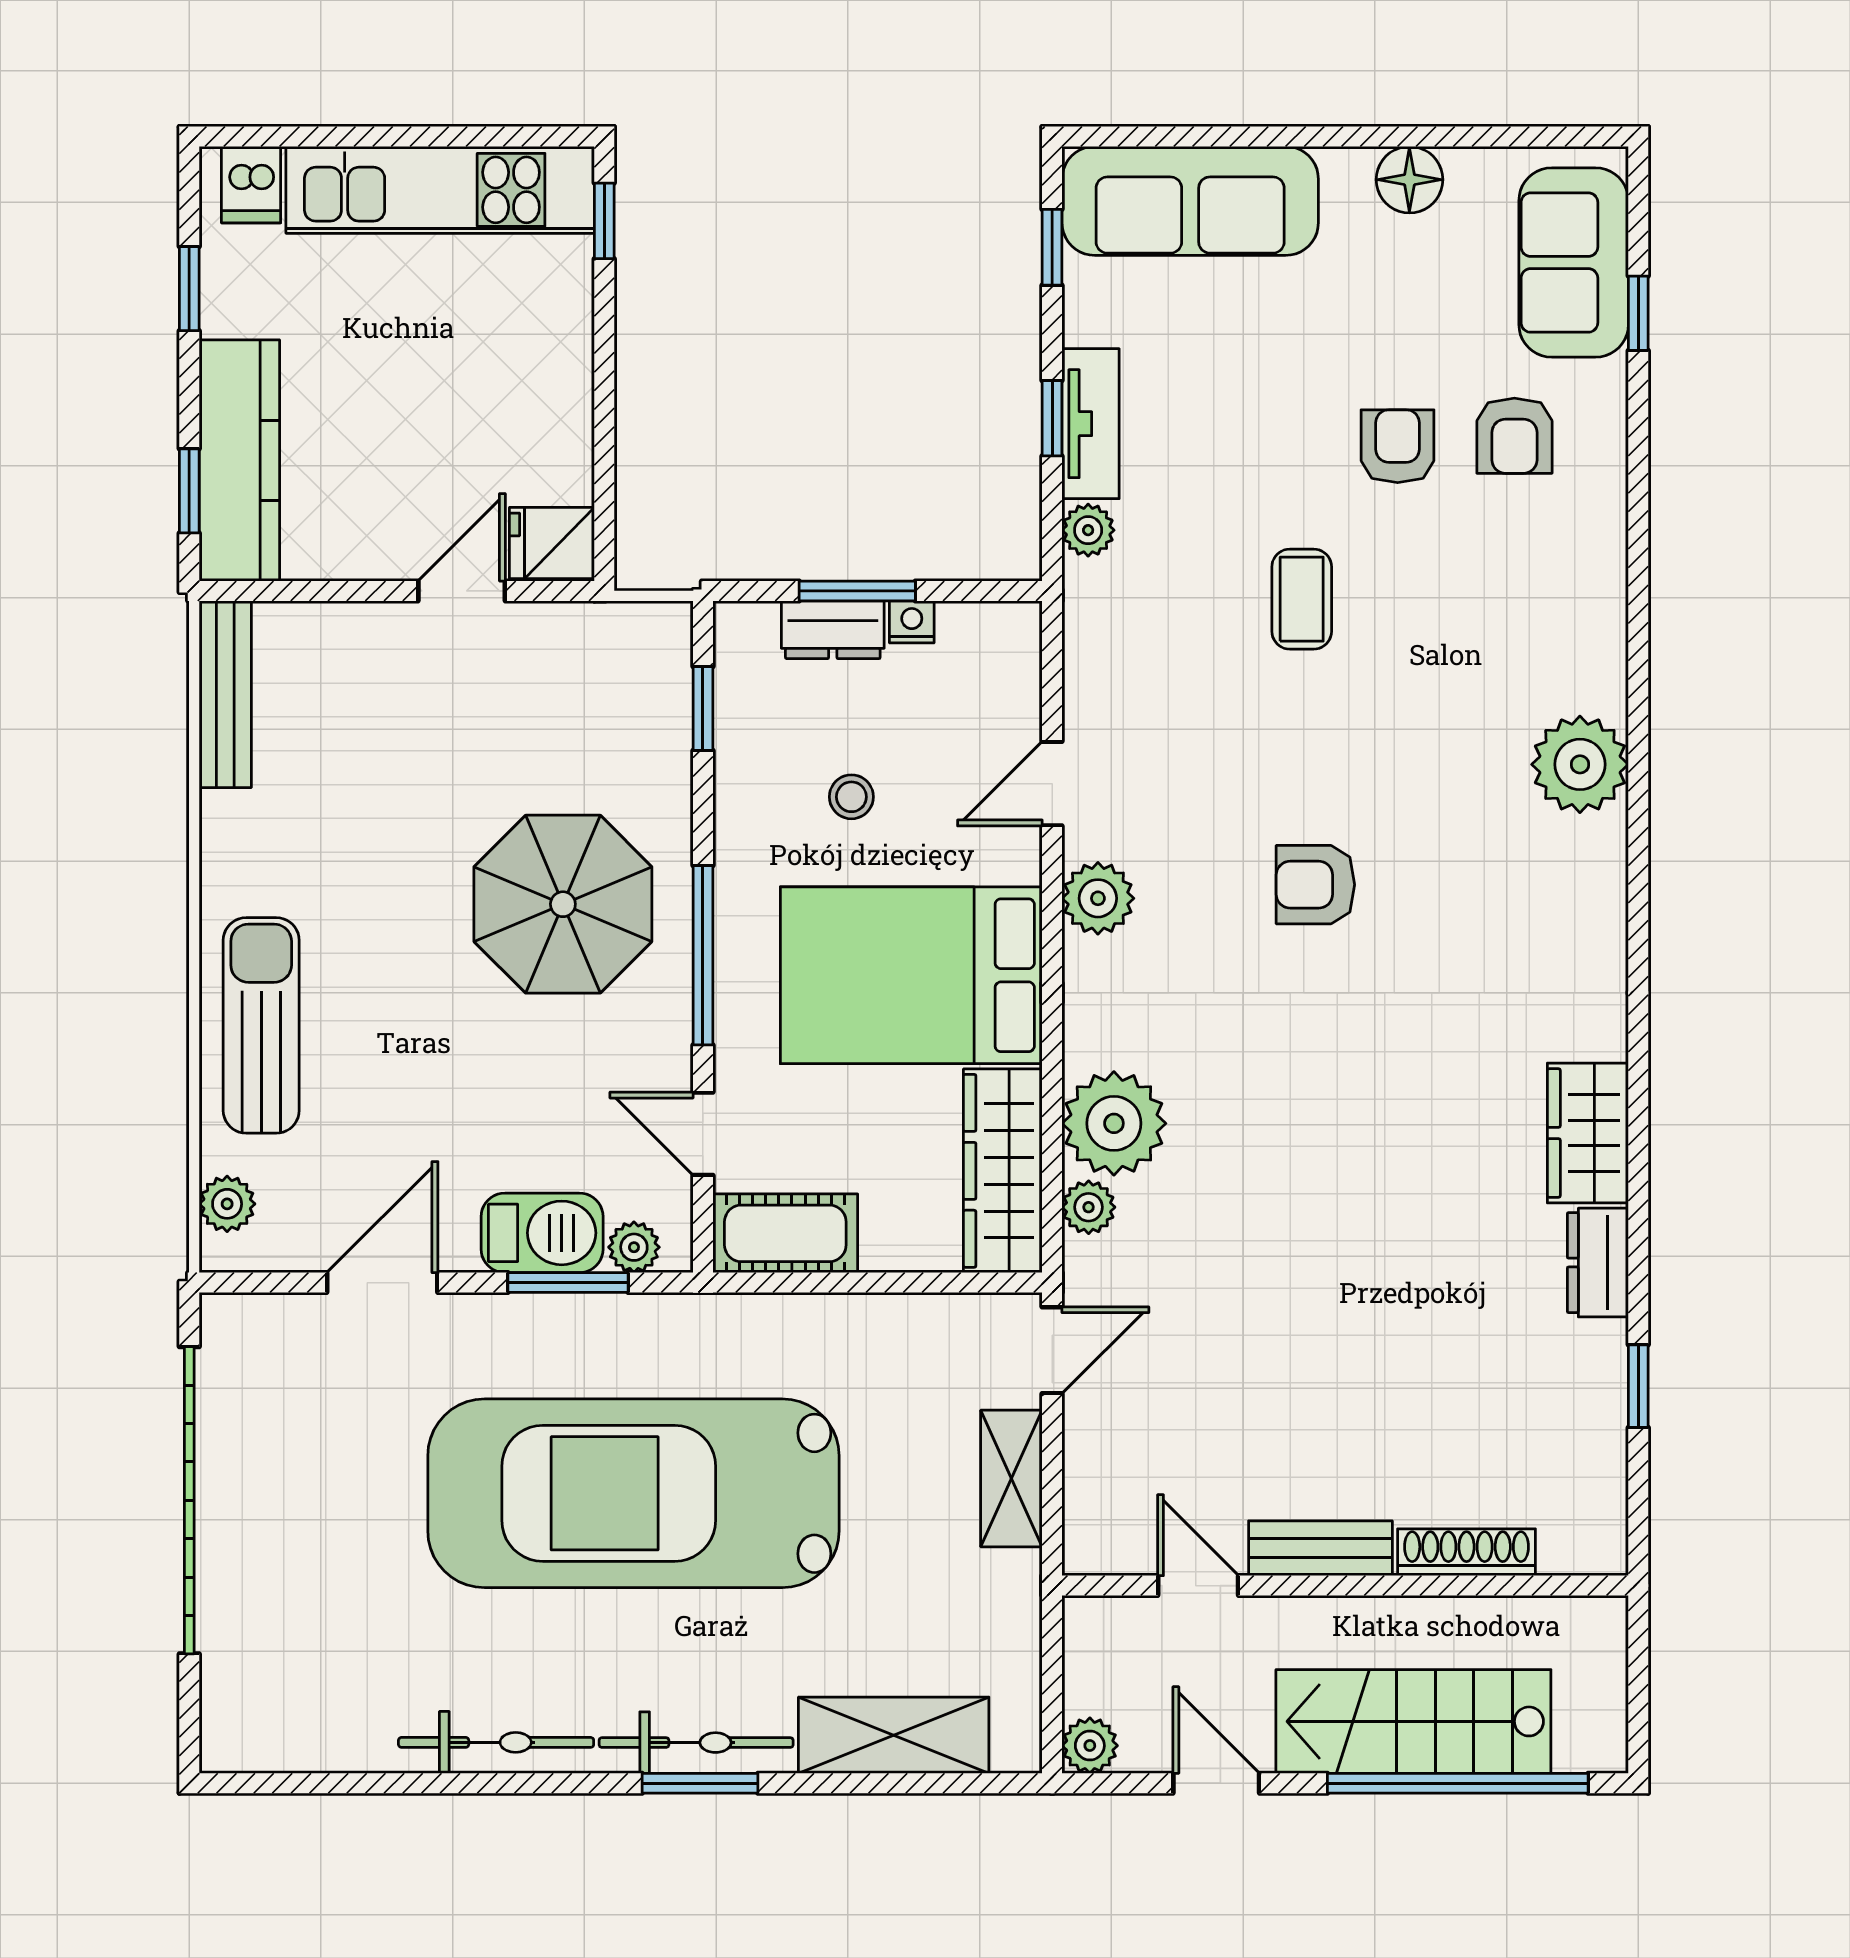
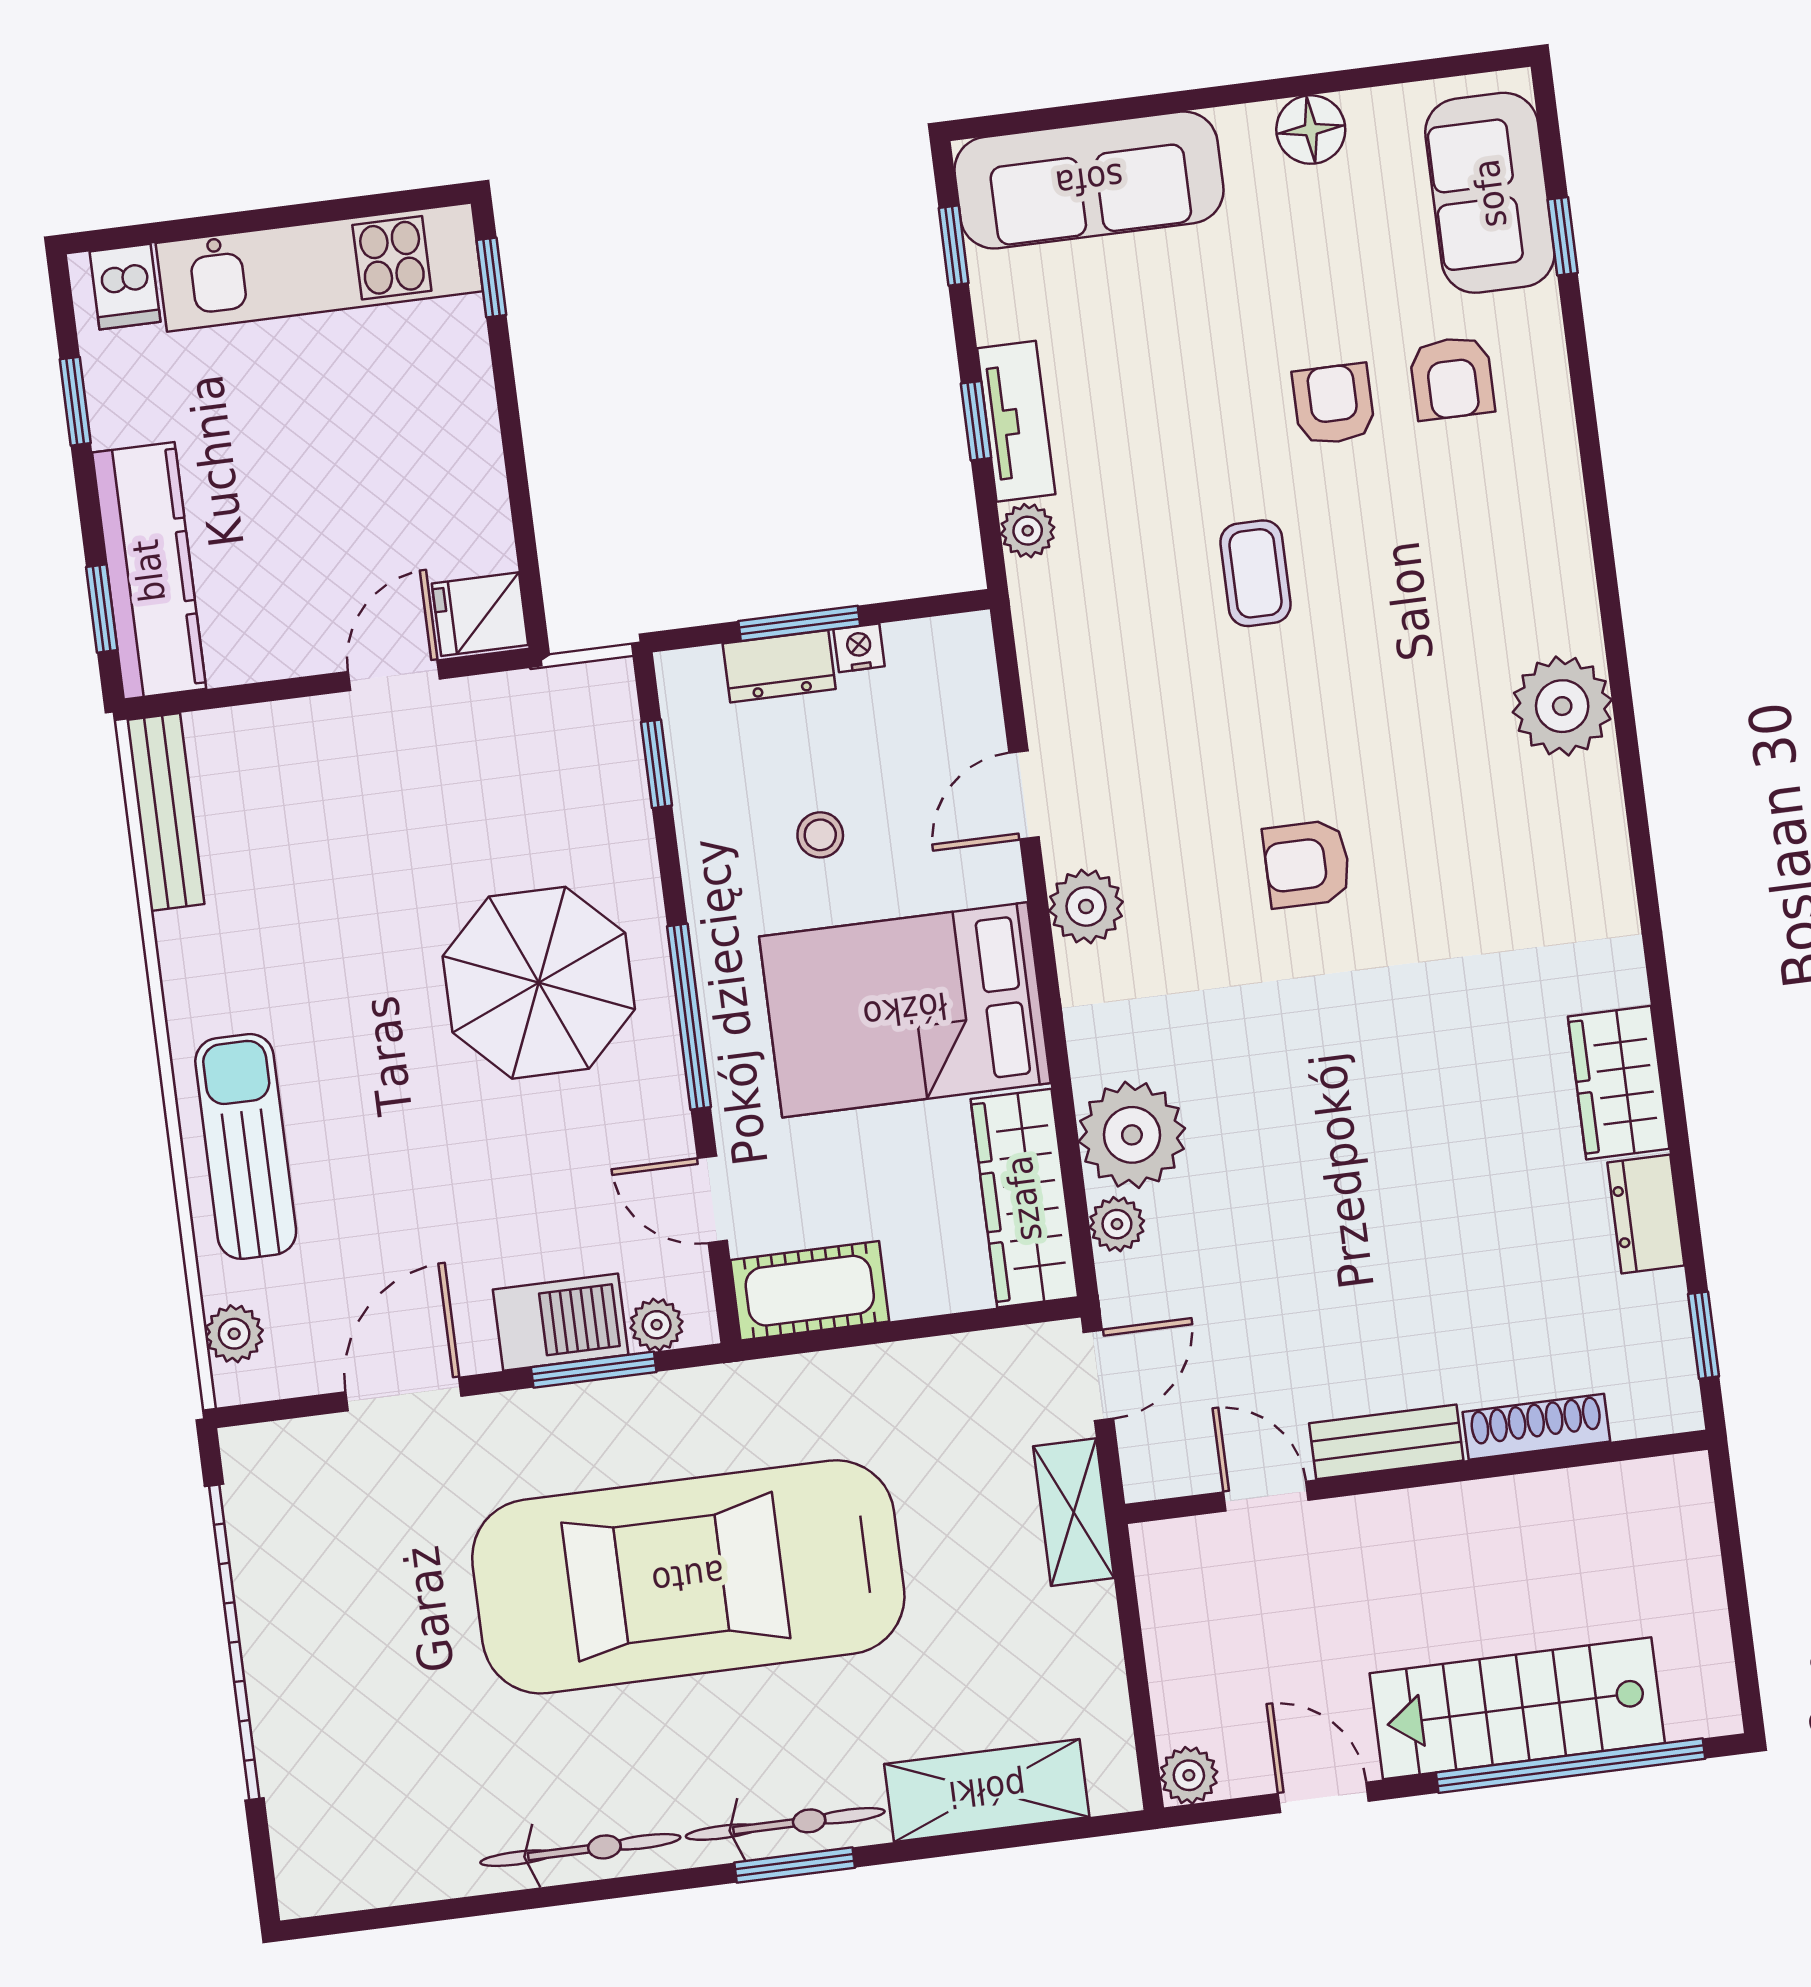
bench: (1320, 1548) -> (1386, 1442), moved
shoe rack: (1467, 1552) -> (1536, 1427), moved
door: (1198, 1586) -> (1266, 1496), moved
wall: (1345, 1586) -> (1416, 1477), moved

